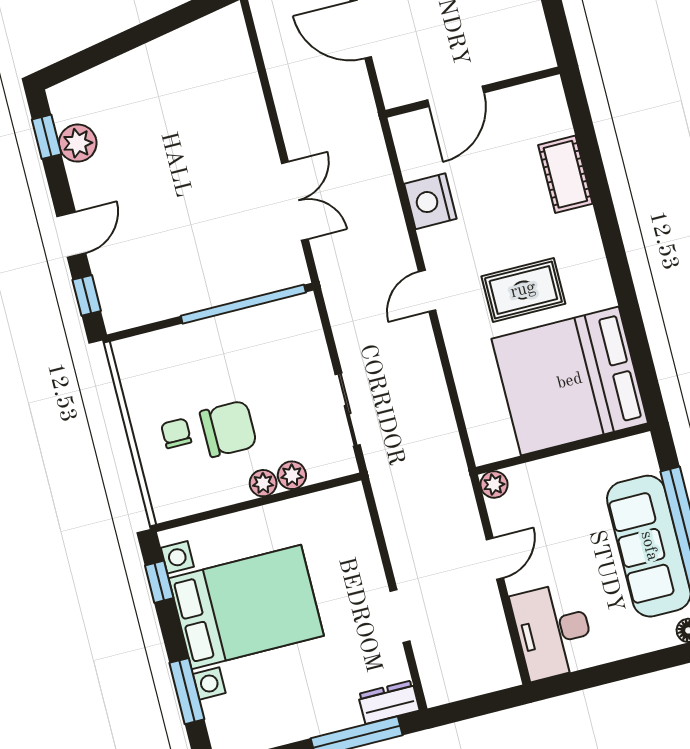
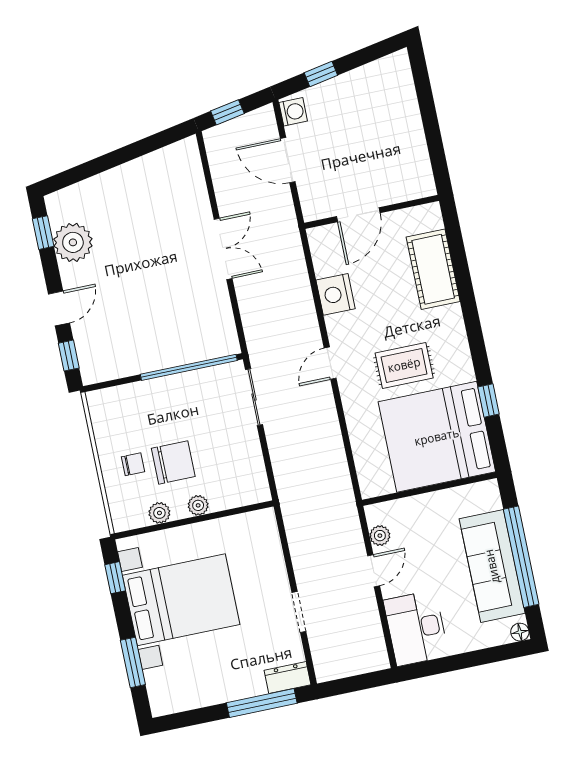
plant: (78, 143) -> (73, 242), width x1.36, depth x1.36
cot: (565, 174) -> (433, 269), width x1.37, depth x1.34
double door: (295, 201) -> (223, 249), moved
window: (635, 331) -> (489, 400), added
sliding door: (348, 409) -> (254, 397), moved
chair: (176, 433) -> (133, 464), turned 90
plant: (292, 475) -> (159, 513), moved
plant: (494, 484) -> (380, 536), moved

